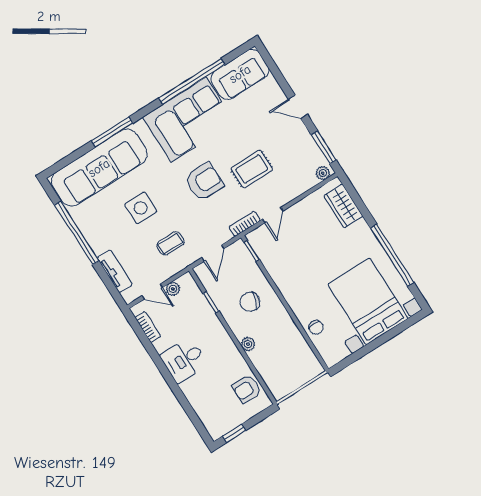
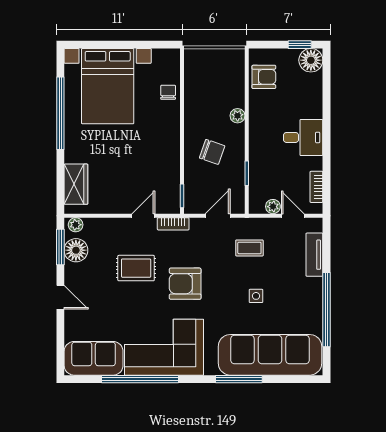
floor lamp: (309, 153) -> (76, 250), added
side table: (141, 208) -> (256, 296), width x0.54, depth x0.54
floor lamp: (217, 426) -> (311, 60), added

